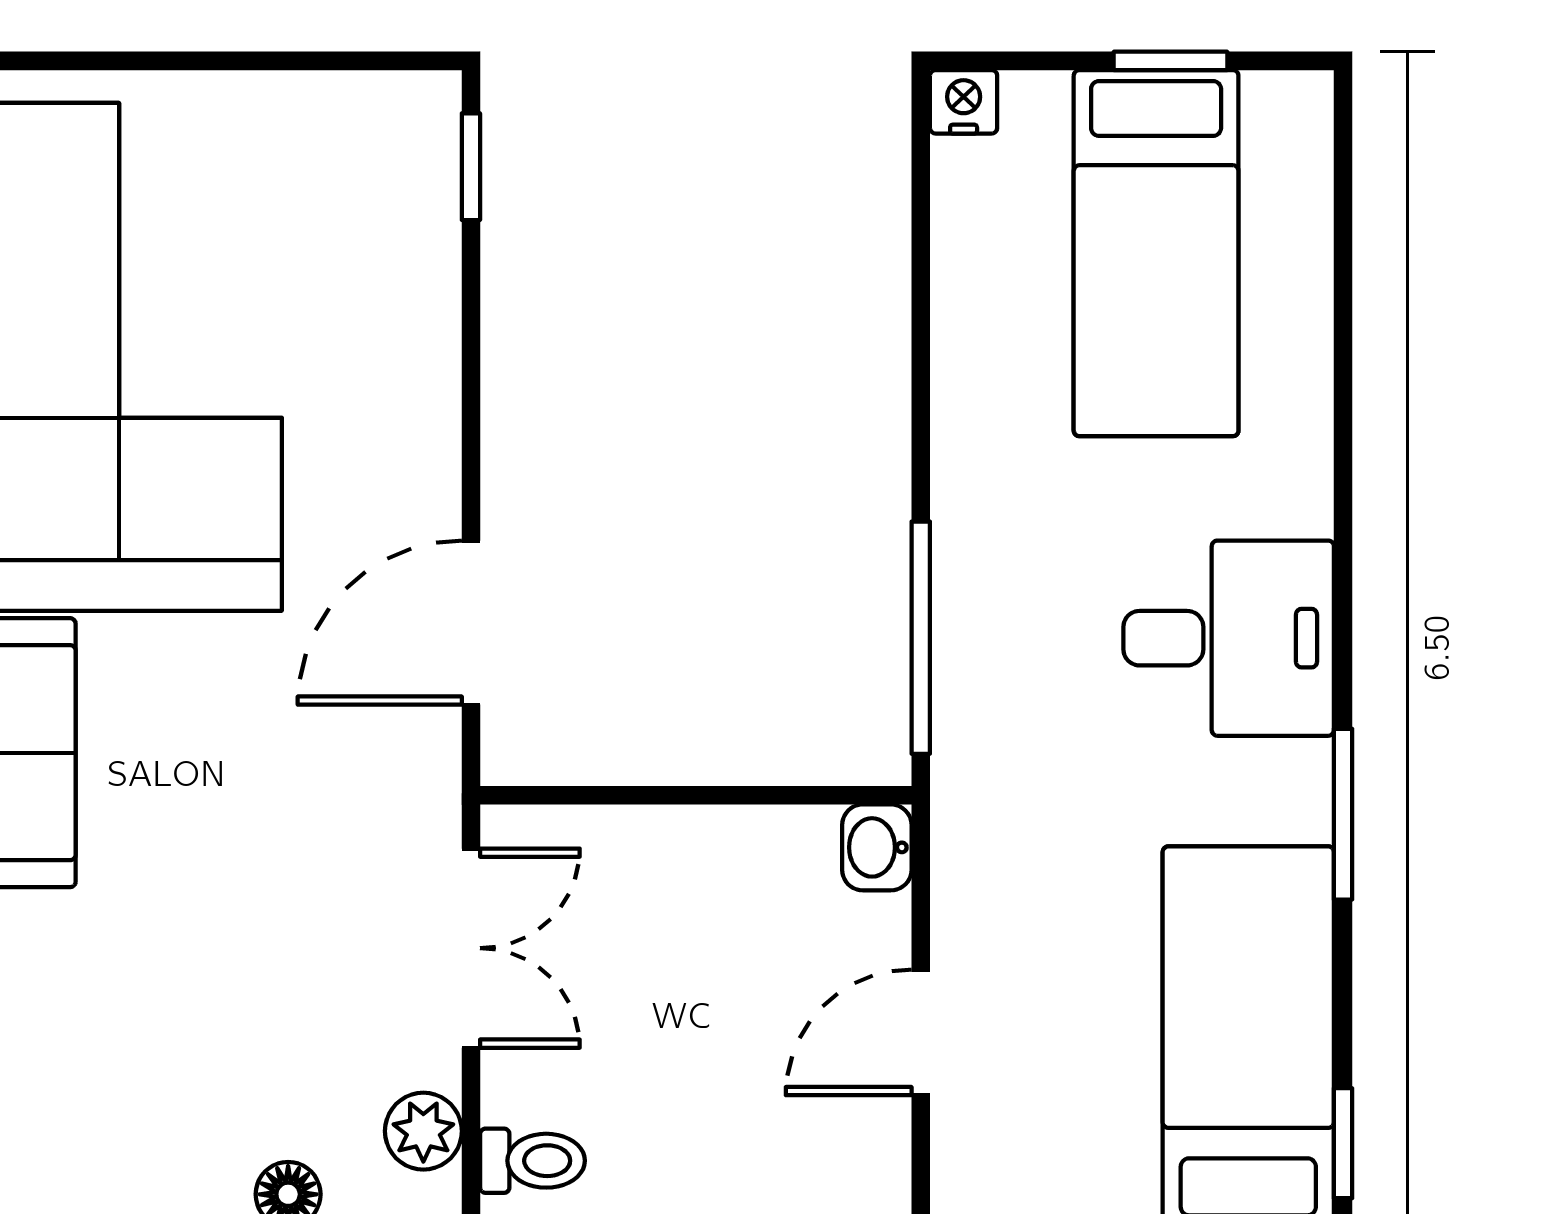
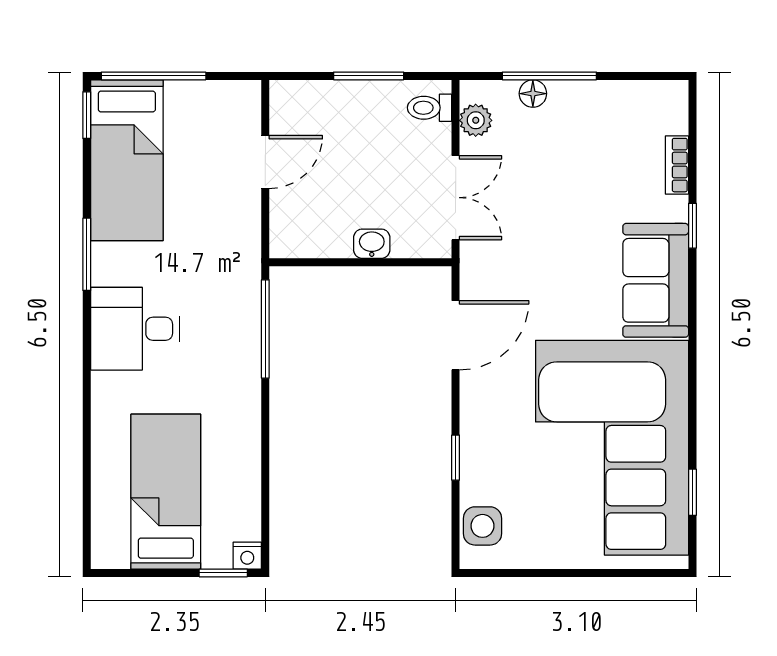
window: (1171, 61) -> (223, 573), moved
window: (471, 167) -> (456, 458), moved
side table: (407, 172) -> (482, 526), added
washbasin: (877, 847) -> (372, 244), moved, turned -90
double door: (471, 948) -> (456, 198), swing flipped

